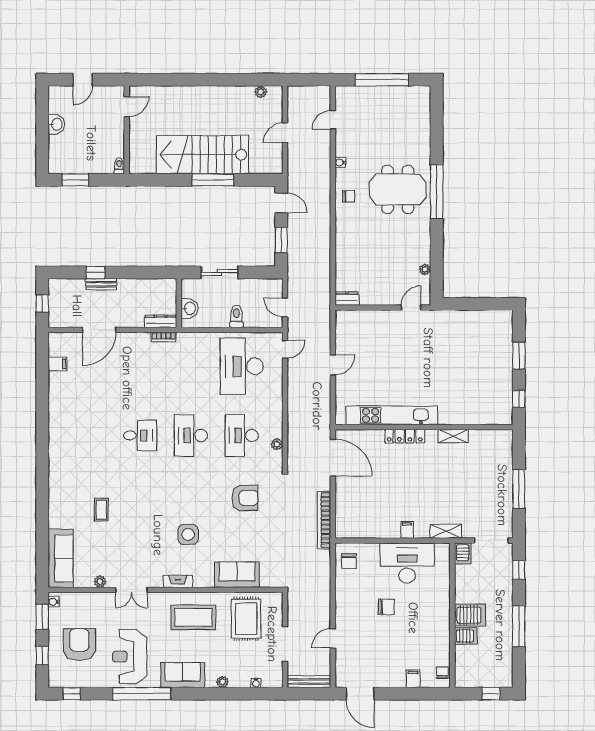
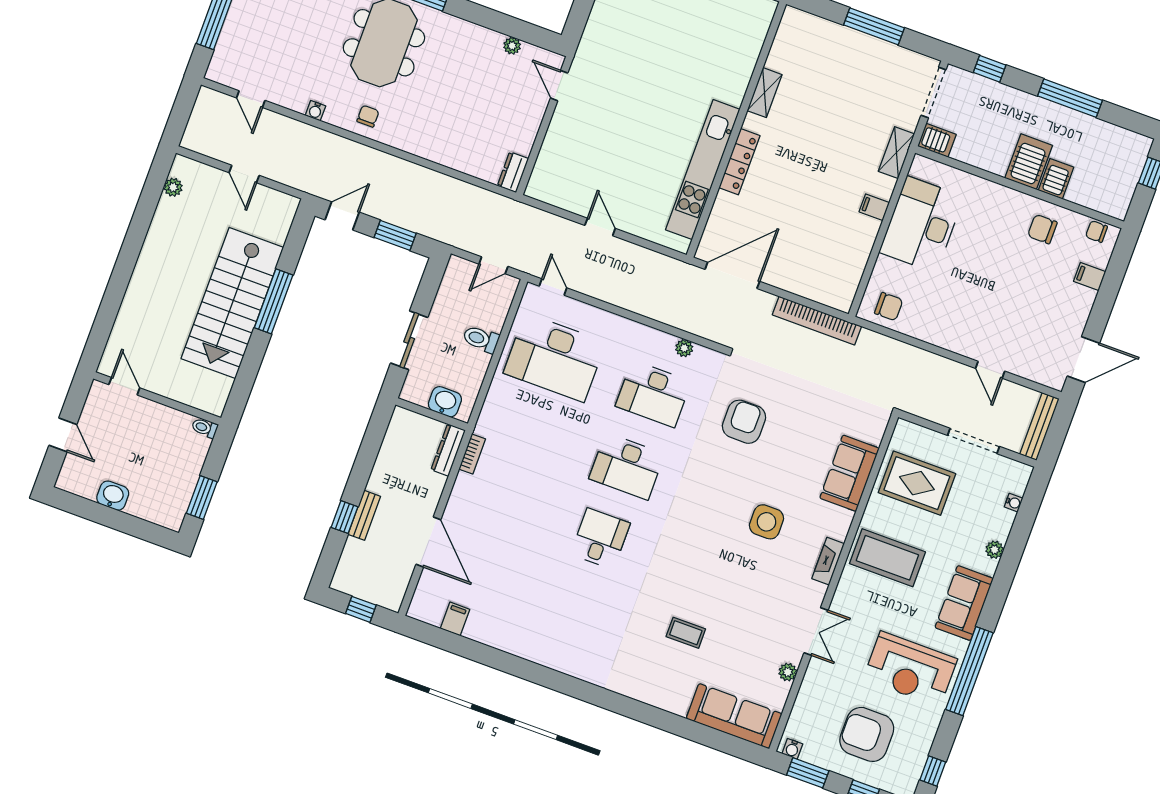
chair: (386, 607) -> (1042, 229), moved, turned -90
coffee table: (193, 617) -> (887, 558), turned 90

